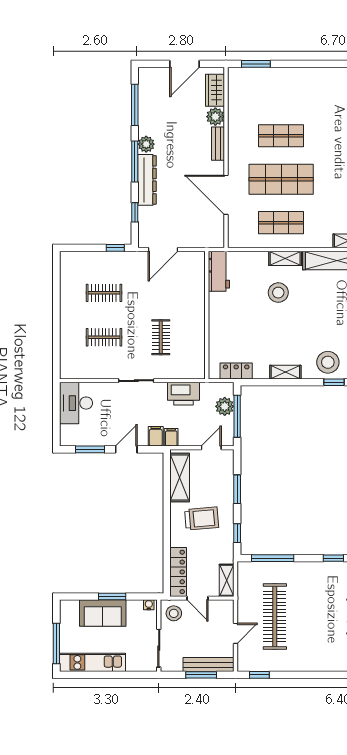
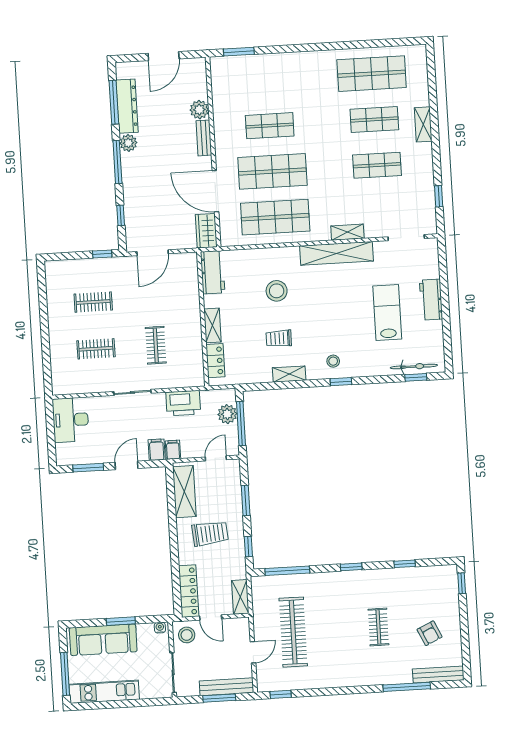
wardrobe: (215, 90) -> (206, 231), moved
dresser: (147, 180) -> (127, 106), moved
shop shelf: (281, 223) -> (275, 217), width x1.43, depth x1.36
shelving: (285, 258) -> (213, 325), moved, turned 90
trolley: (278, 338) -> (279, 338), added
stool: (328, 362) -> (333, 361), width x0.53, depth x0.53
locker: (236, 371) -> (215, 361), moved, turned 90
sofa: (103, 613) -> (103, 640), width x1.36

